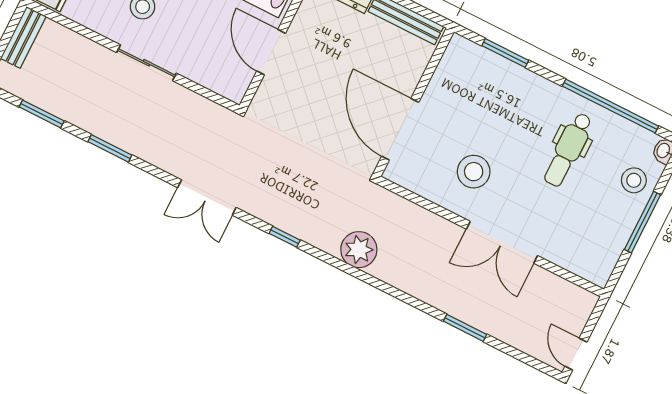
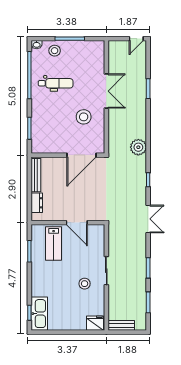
door: (271, 52) -> (77, 223), hinge flipped

